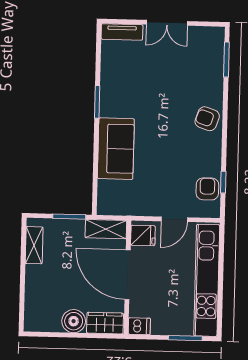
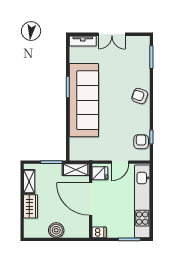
sofa: (116, 149) -> (84, 100), width x1.85, depth x1.27
wardrobe: (105, 323) -> (31, 206), moved, turned 90

